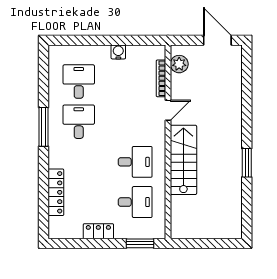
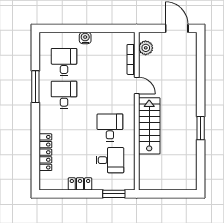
water cooler: (118, 52) -> (85, 38), moved
door: (168, 110) -> (137, 85), hinge flipped
window: (43, 127) -> (35, 87), moved
desk: (135, 162) -> (110, 127), turned -90

